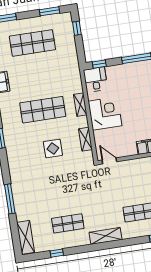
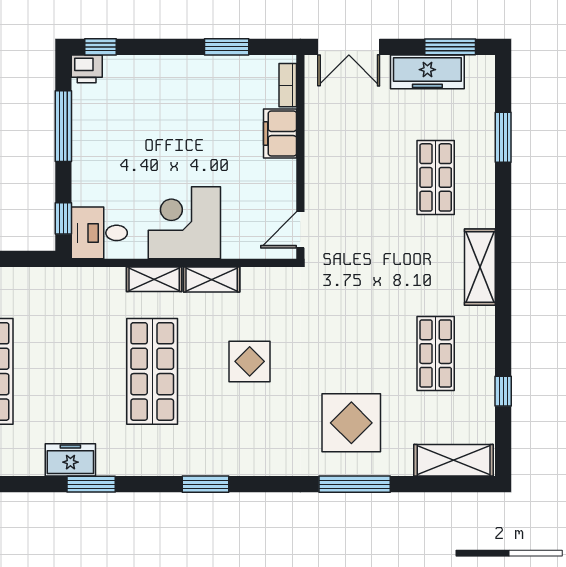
shelving: (85, 139) -> (212, 279), moved
display table: (34, 194) -> (351, 423), added

